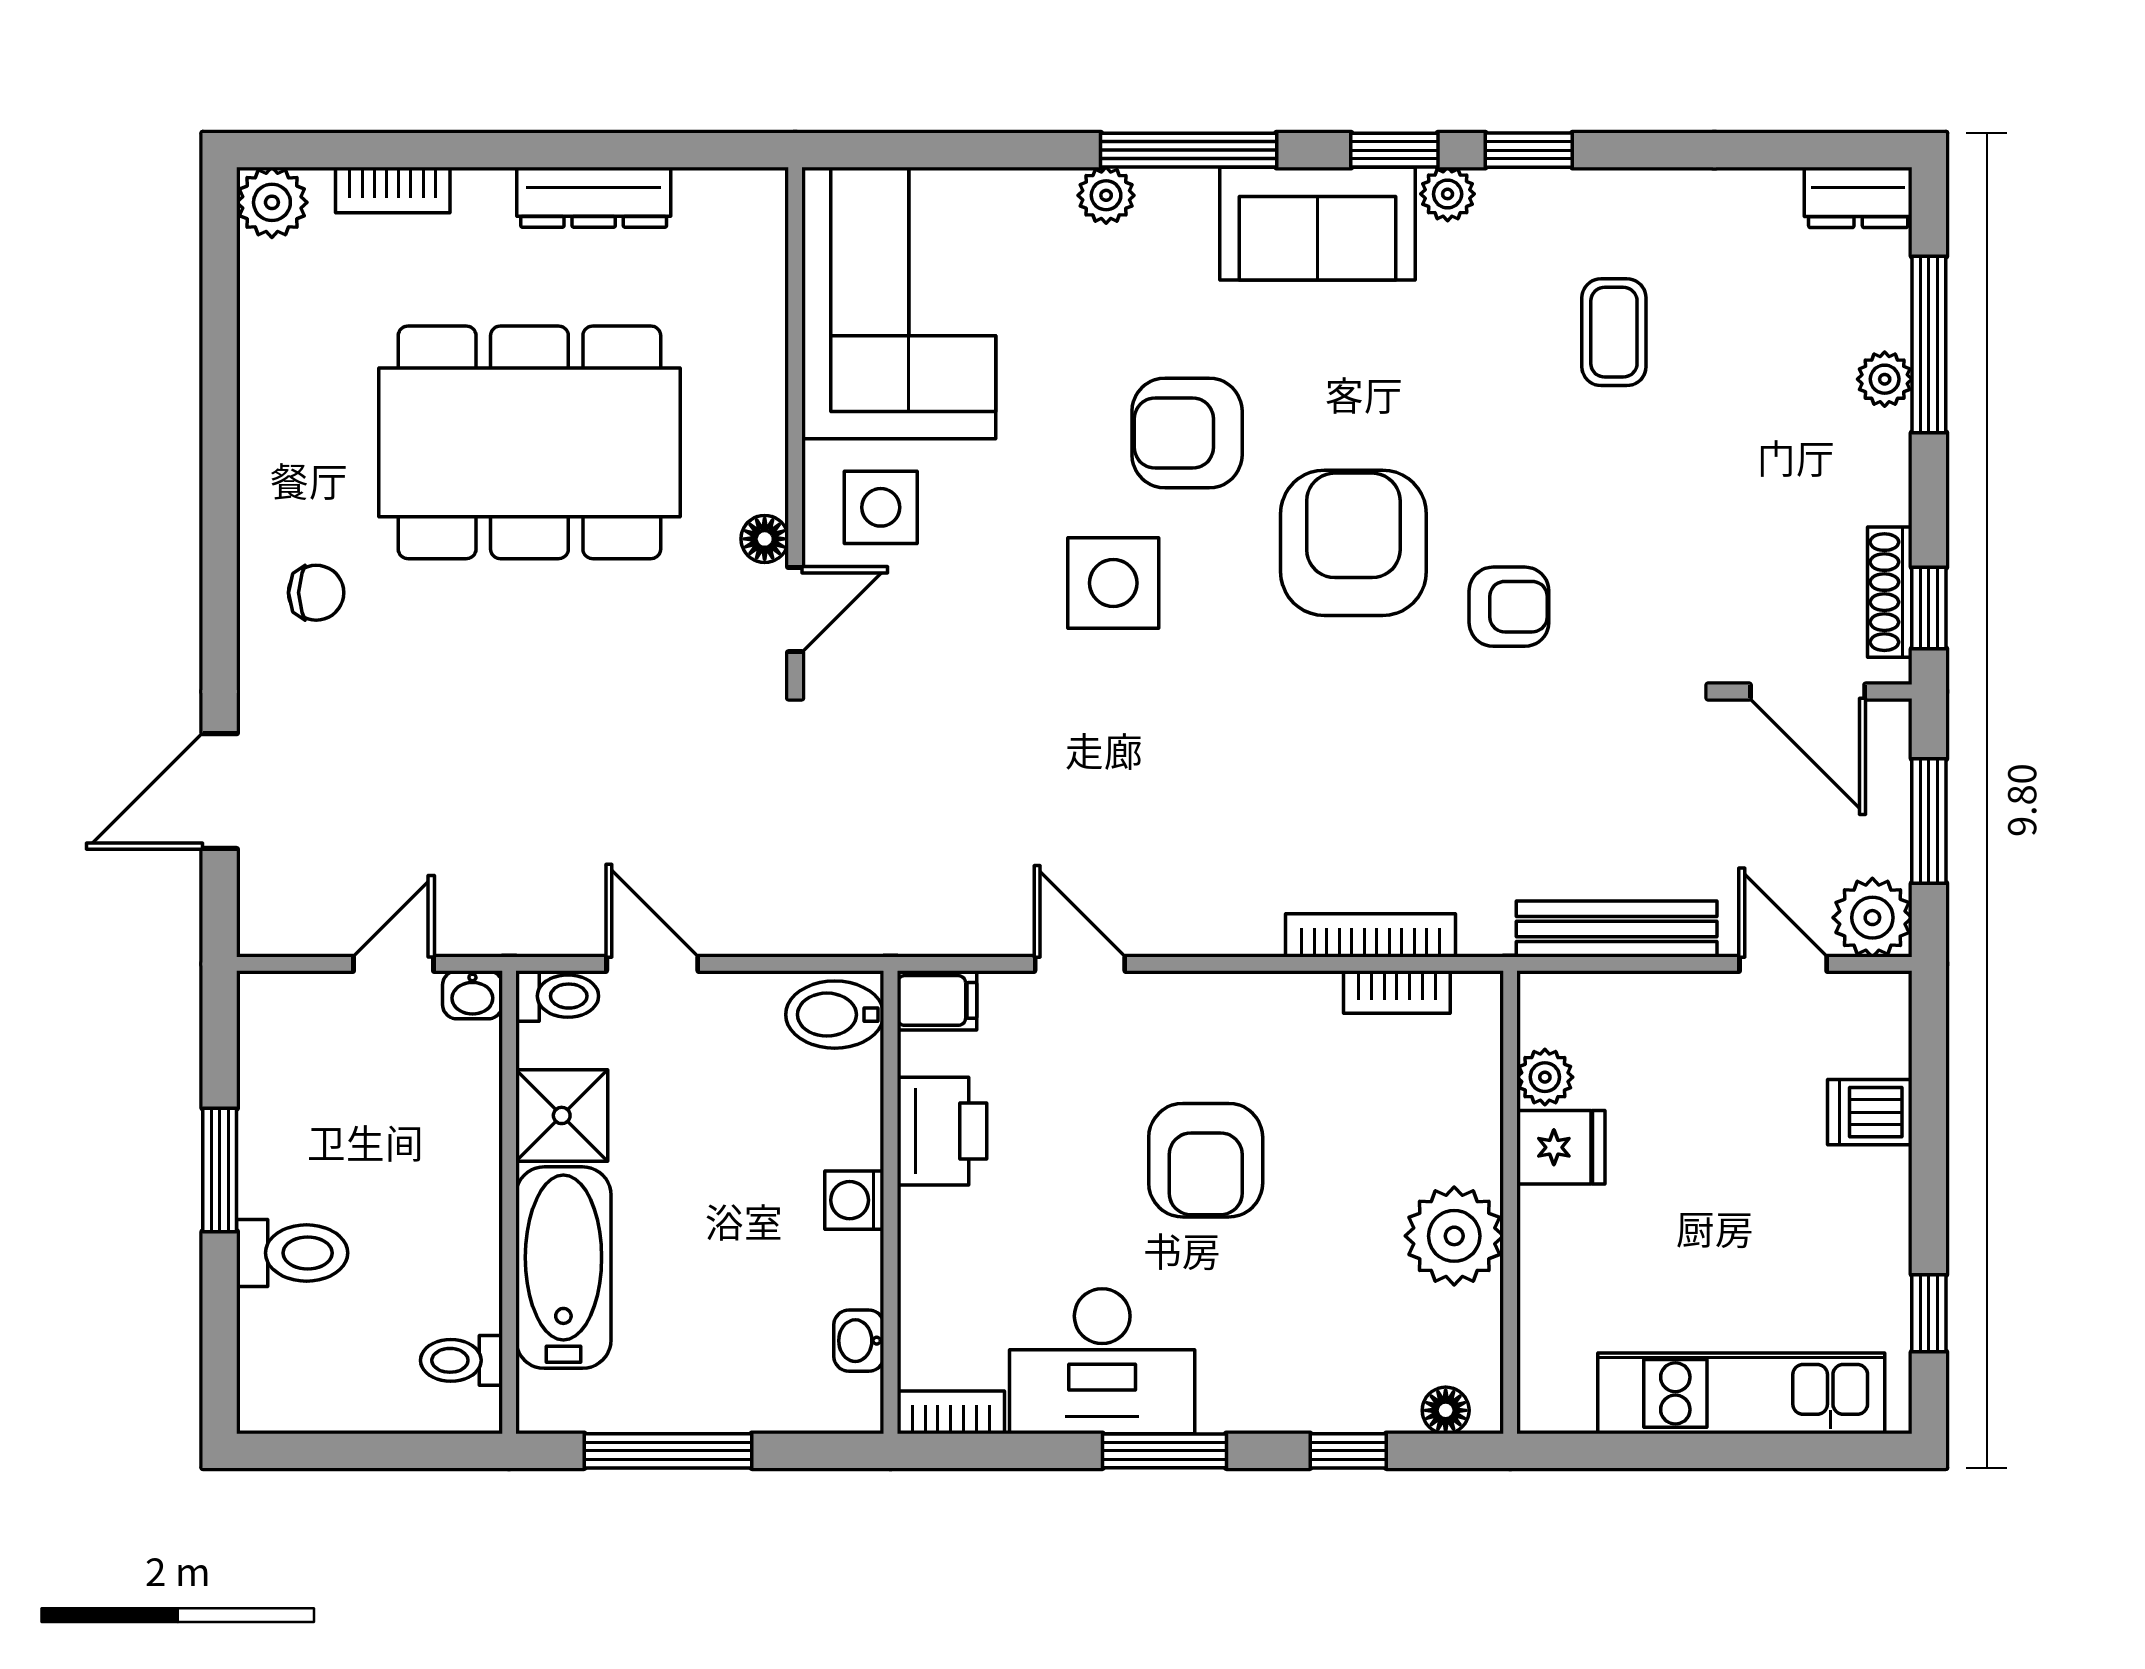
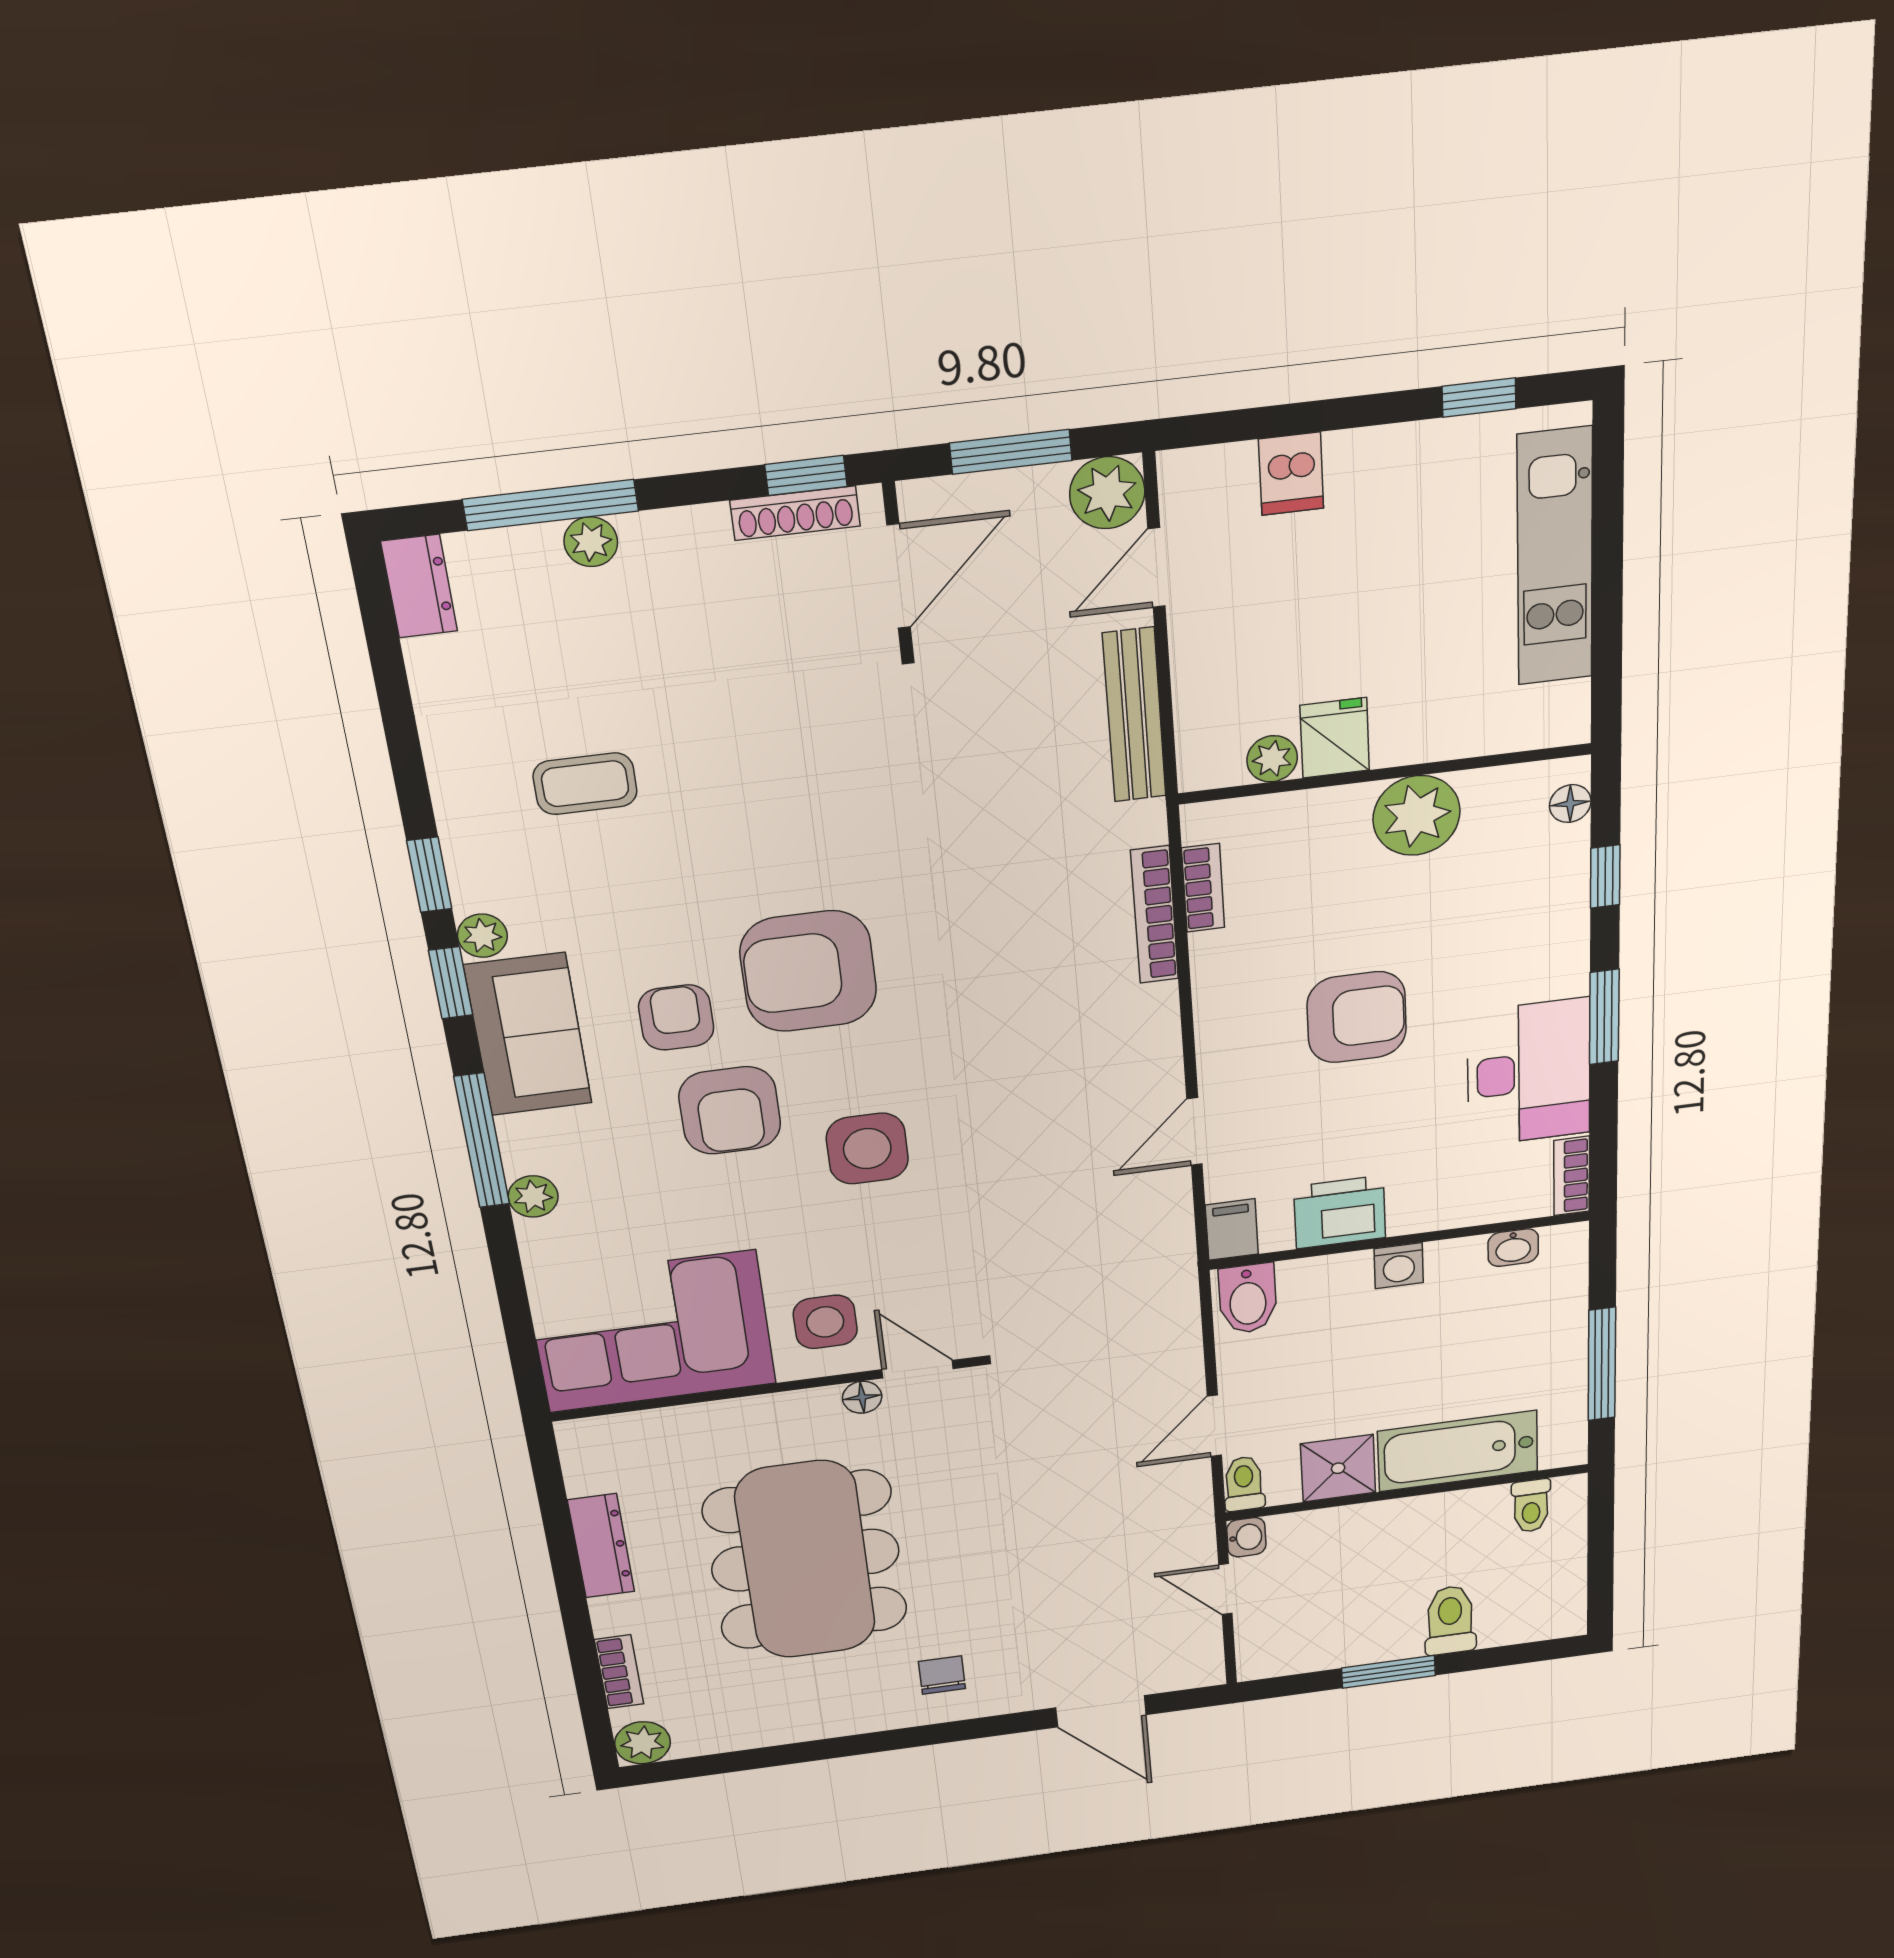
armchair: (1509, 607) -> (676, 1018), moved

